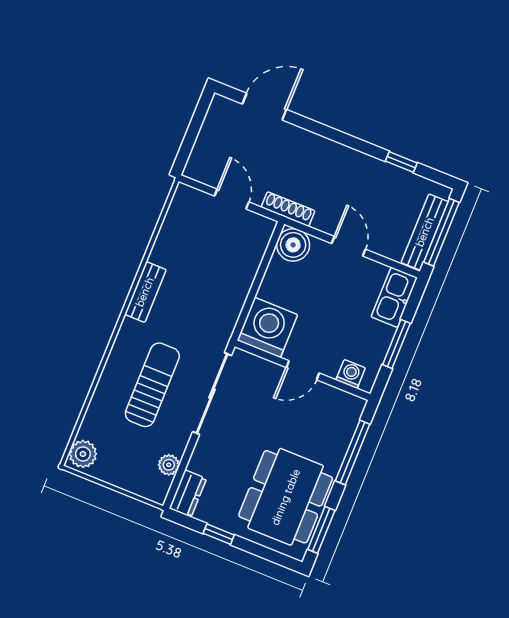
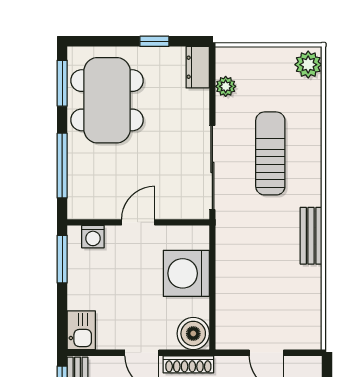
shoe rack: (288, 209) -> (188, 364), moved
kitchen sink: (394, 297) -> (81, 330), width x0.73
washing machine: (267, 327) -> (186, 273), moved, turned 90
window: (396, 344) -> (62, 259), moved
sun lounger: (152, 385) -> (270, 153), turned 180

